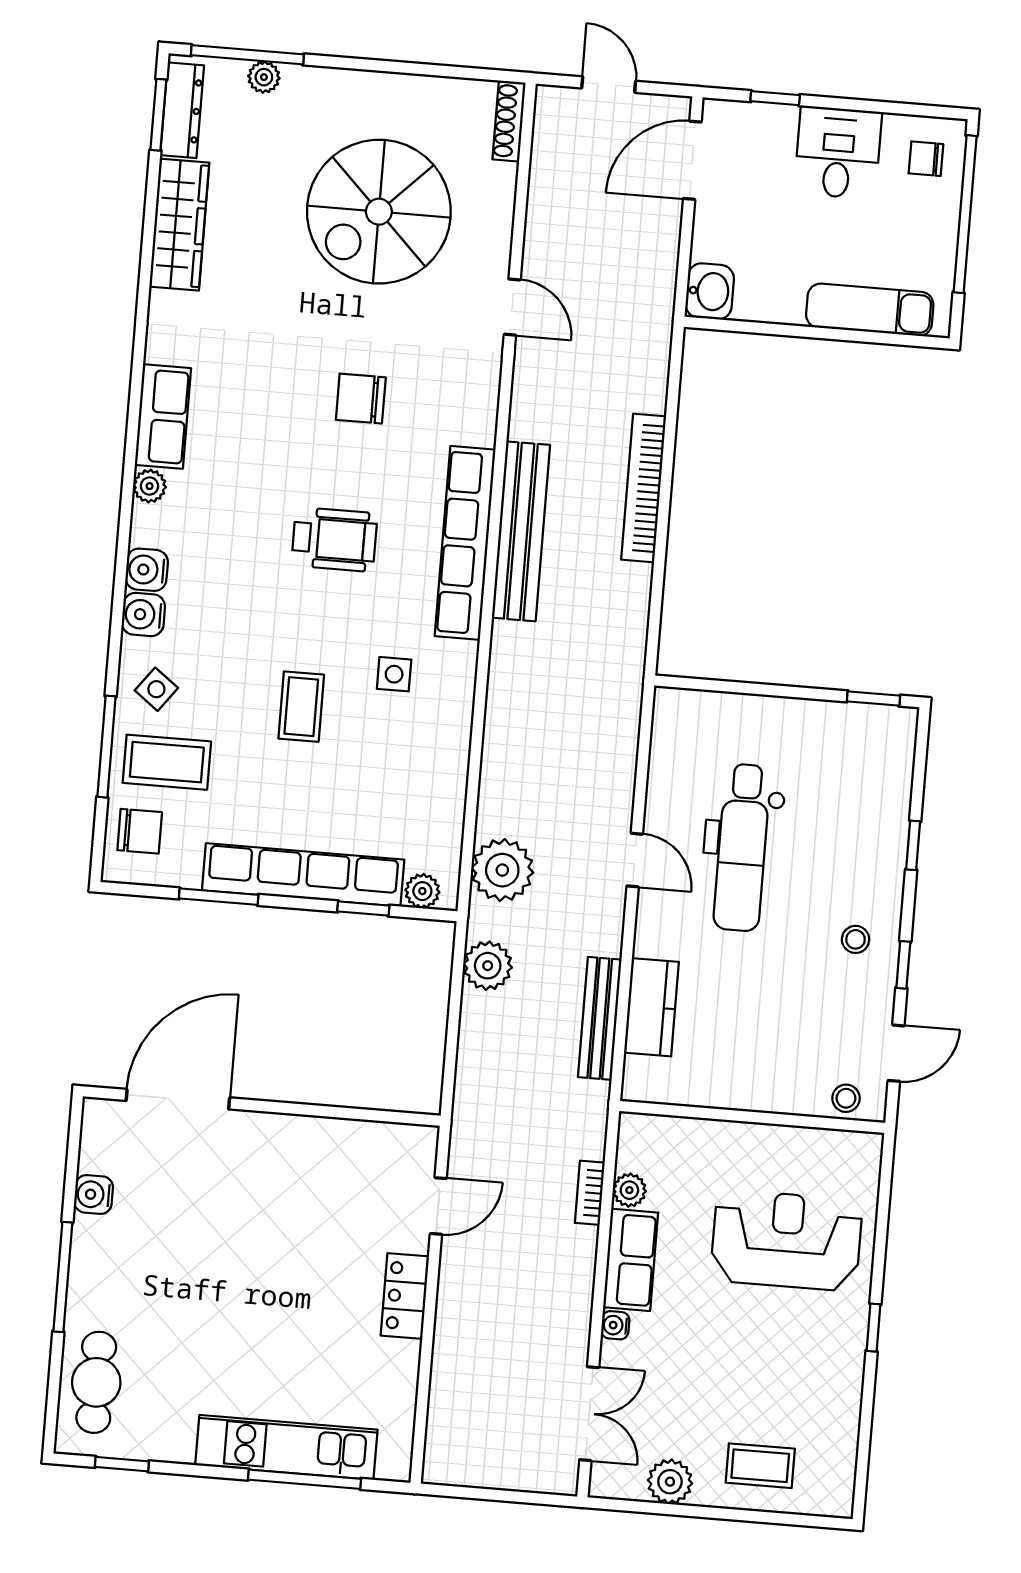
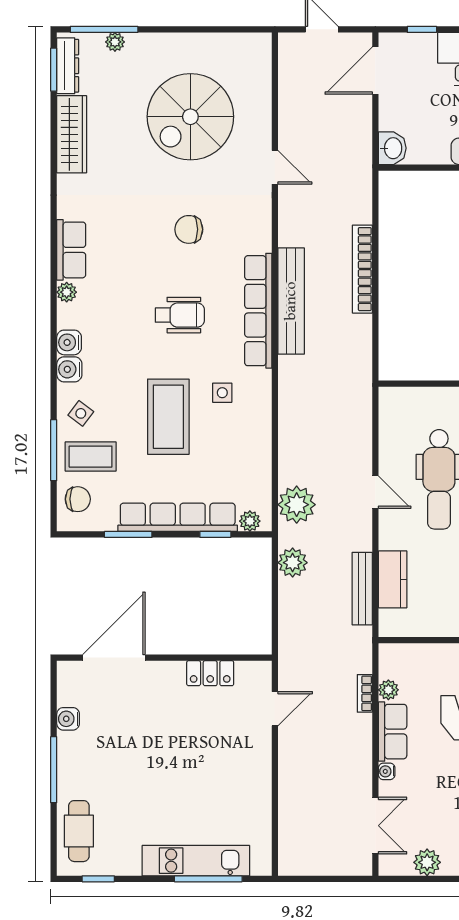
shoe rack: (509, 121) -> (264, 56), removed
coffee table: (301, 707) -> (168, 417), width x1.86, depth x1.72
locker: (405, 1296) -> (210, 673), moved, turned -90

